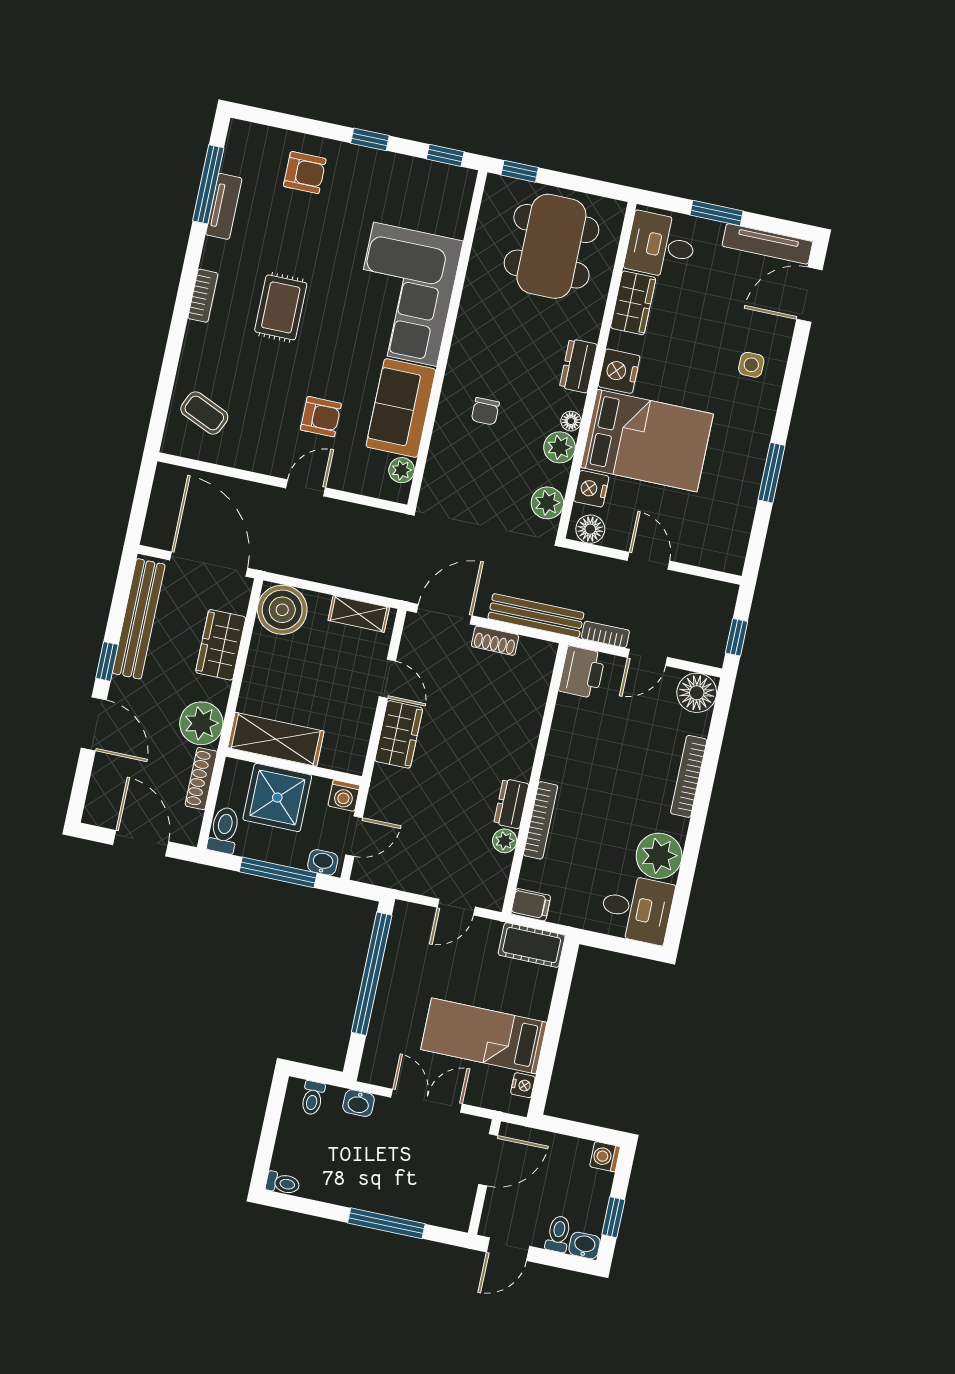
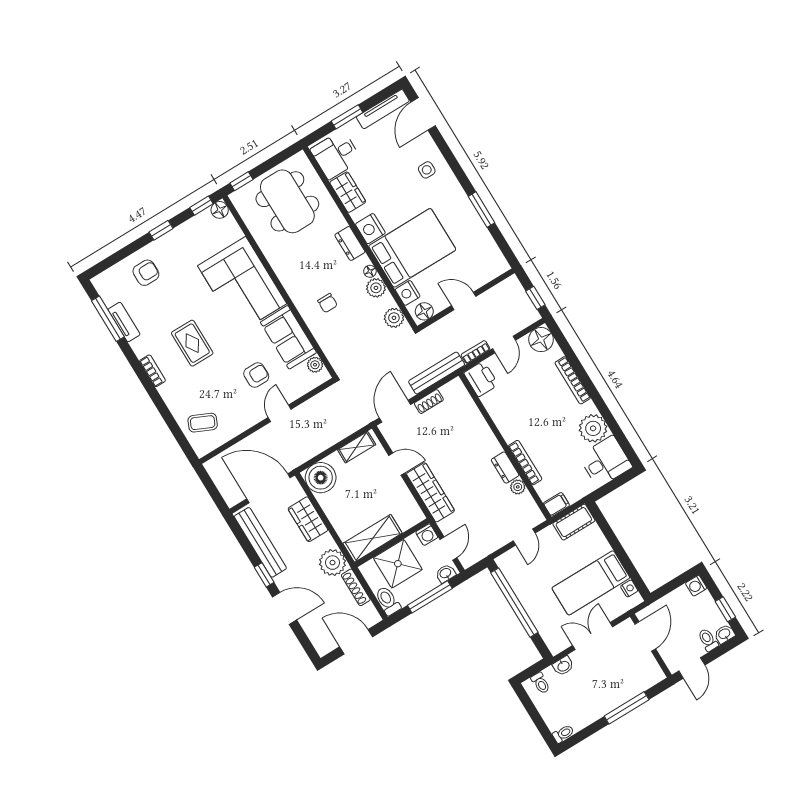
floor lamp: (462, 181) -> (220, 210), added
wardrobe: (399, 734) -> (430, 492), width x1.50

